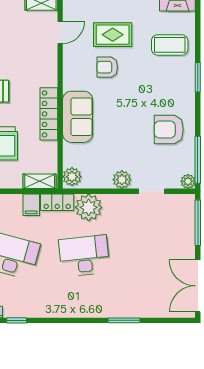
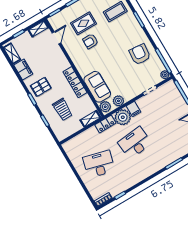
sofa: (78, 117) -> (97, 87), moved
armchair: (169, 130) -> (140, 54), turned 95
plant: (122, 180) -> (118, 101), moved
filing cabinet: (31, 205) -> (134, 109), moved

